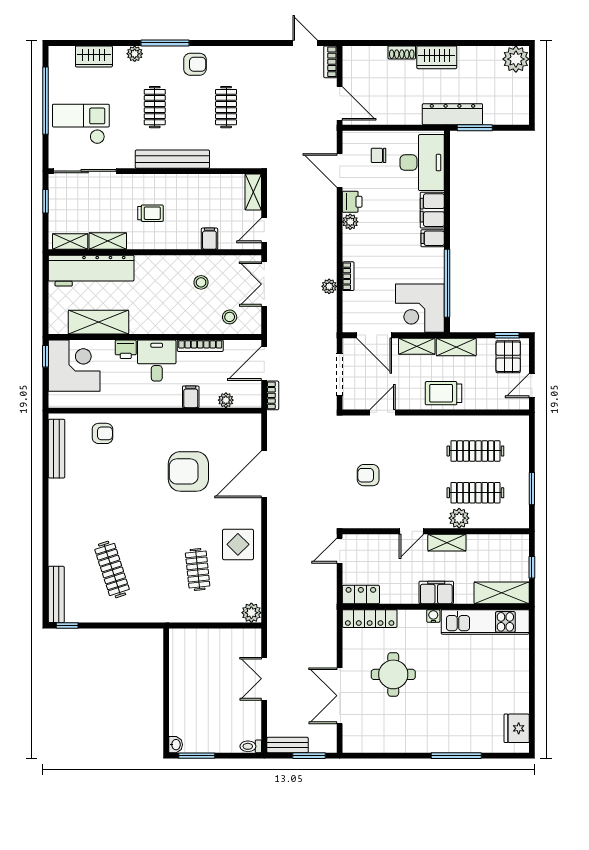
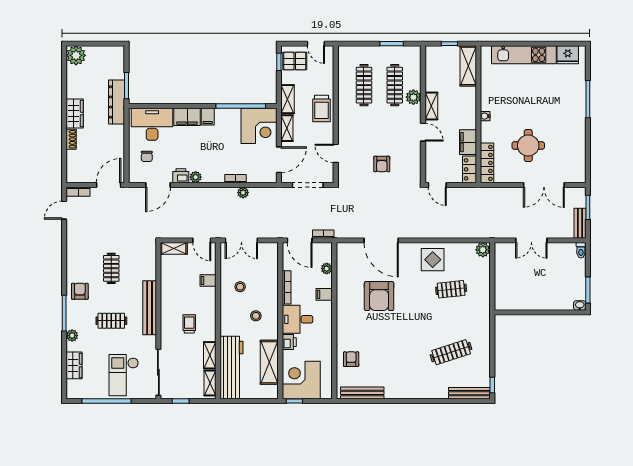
clothes rail: (226, 107) -> (111, 268), turned 90
stool: (230, 317) -> (256, 316), moved
filing cabinet: (436, 592) -> (468, 142), moved
kitchen unit: (485, 622) -> (524, 55), moved, turned 90

